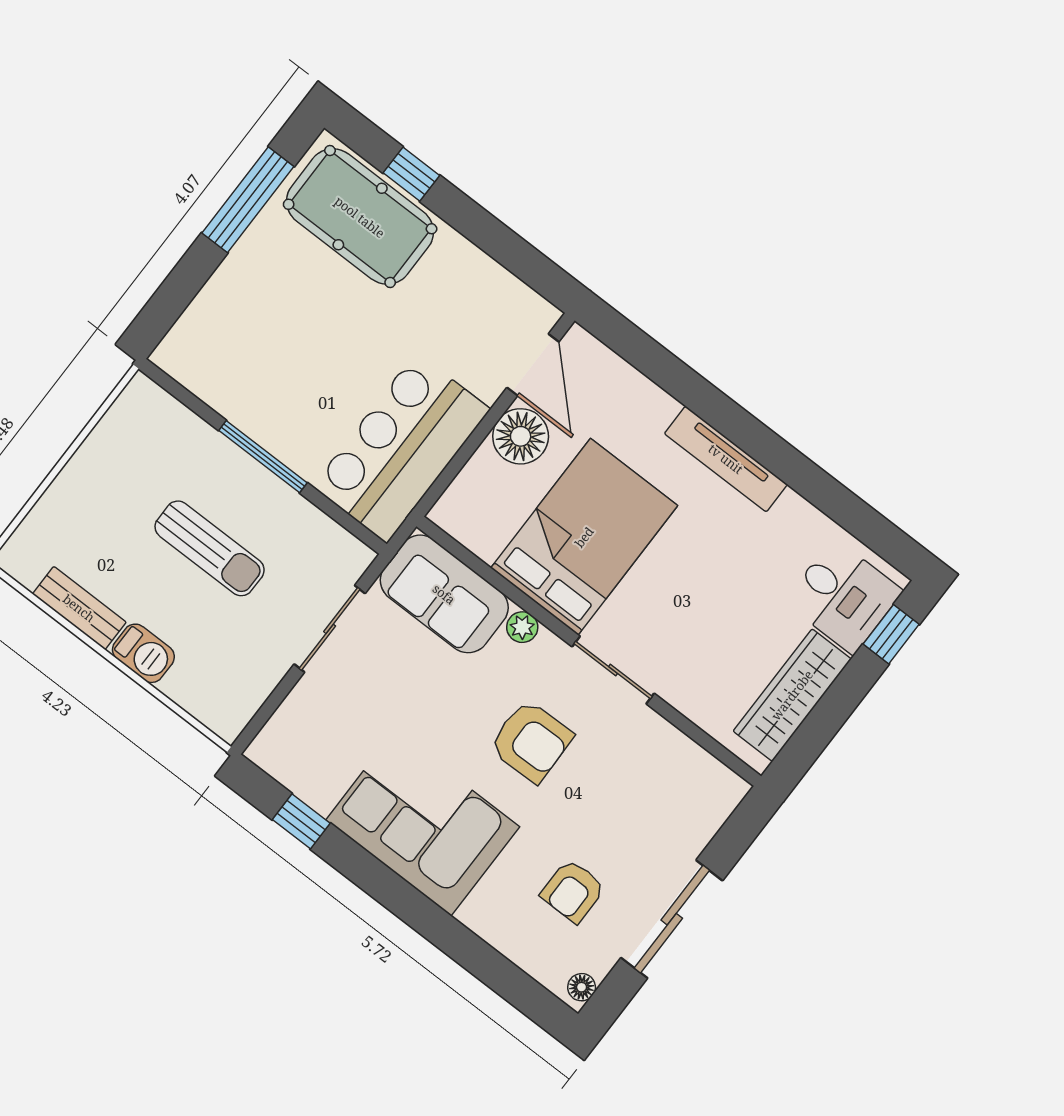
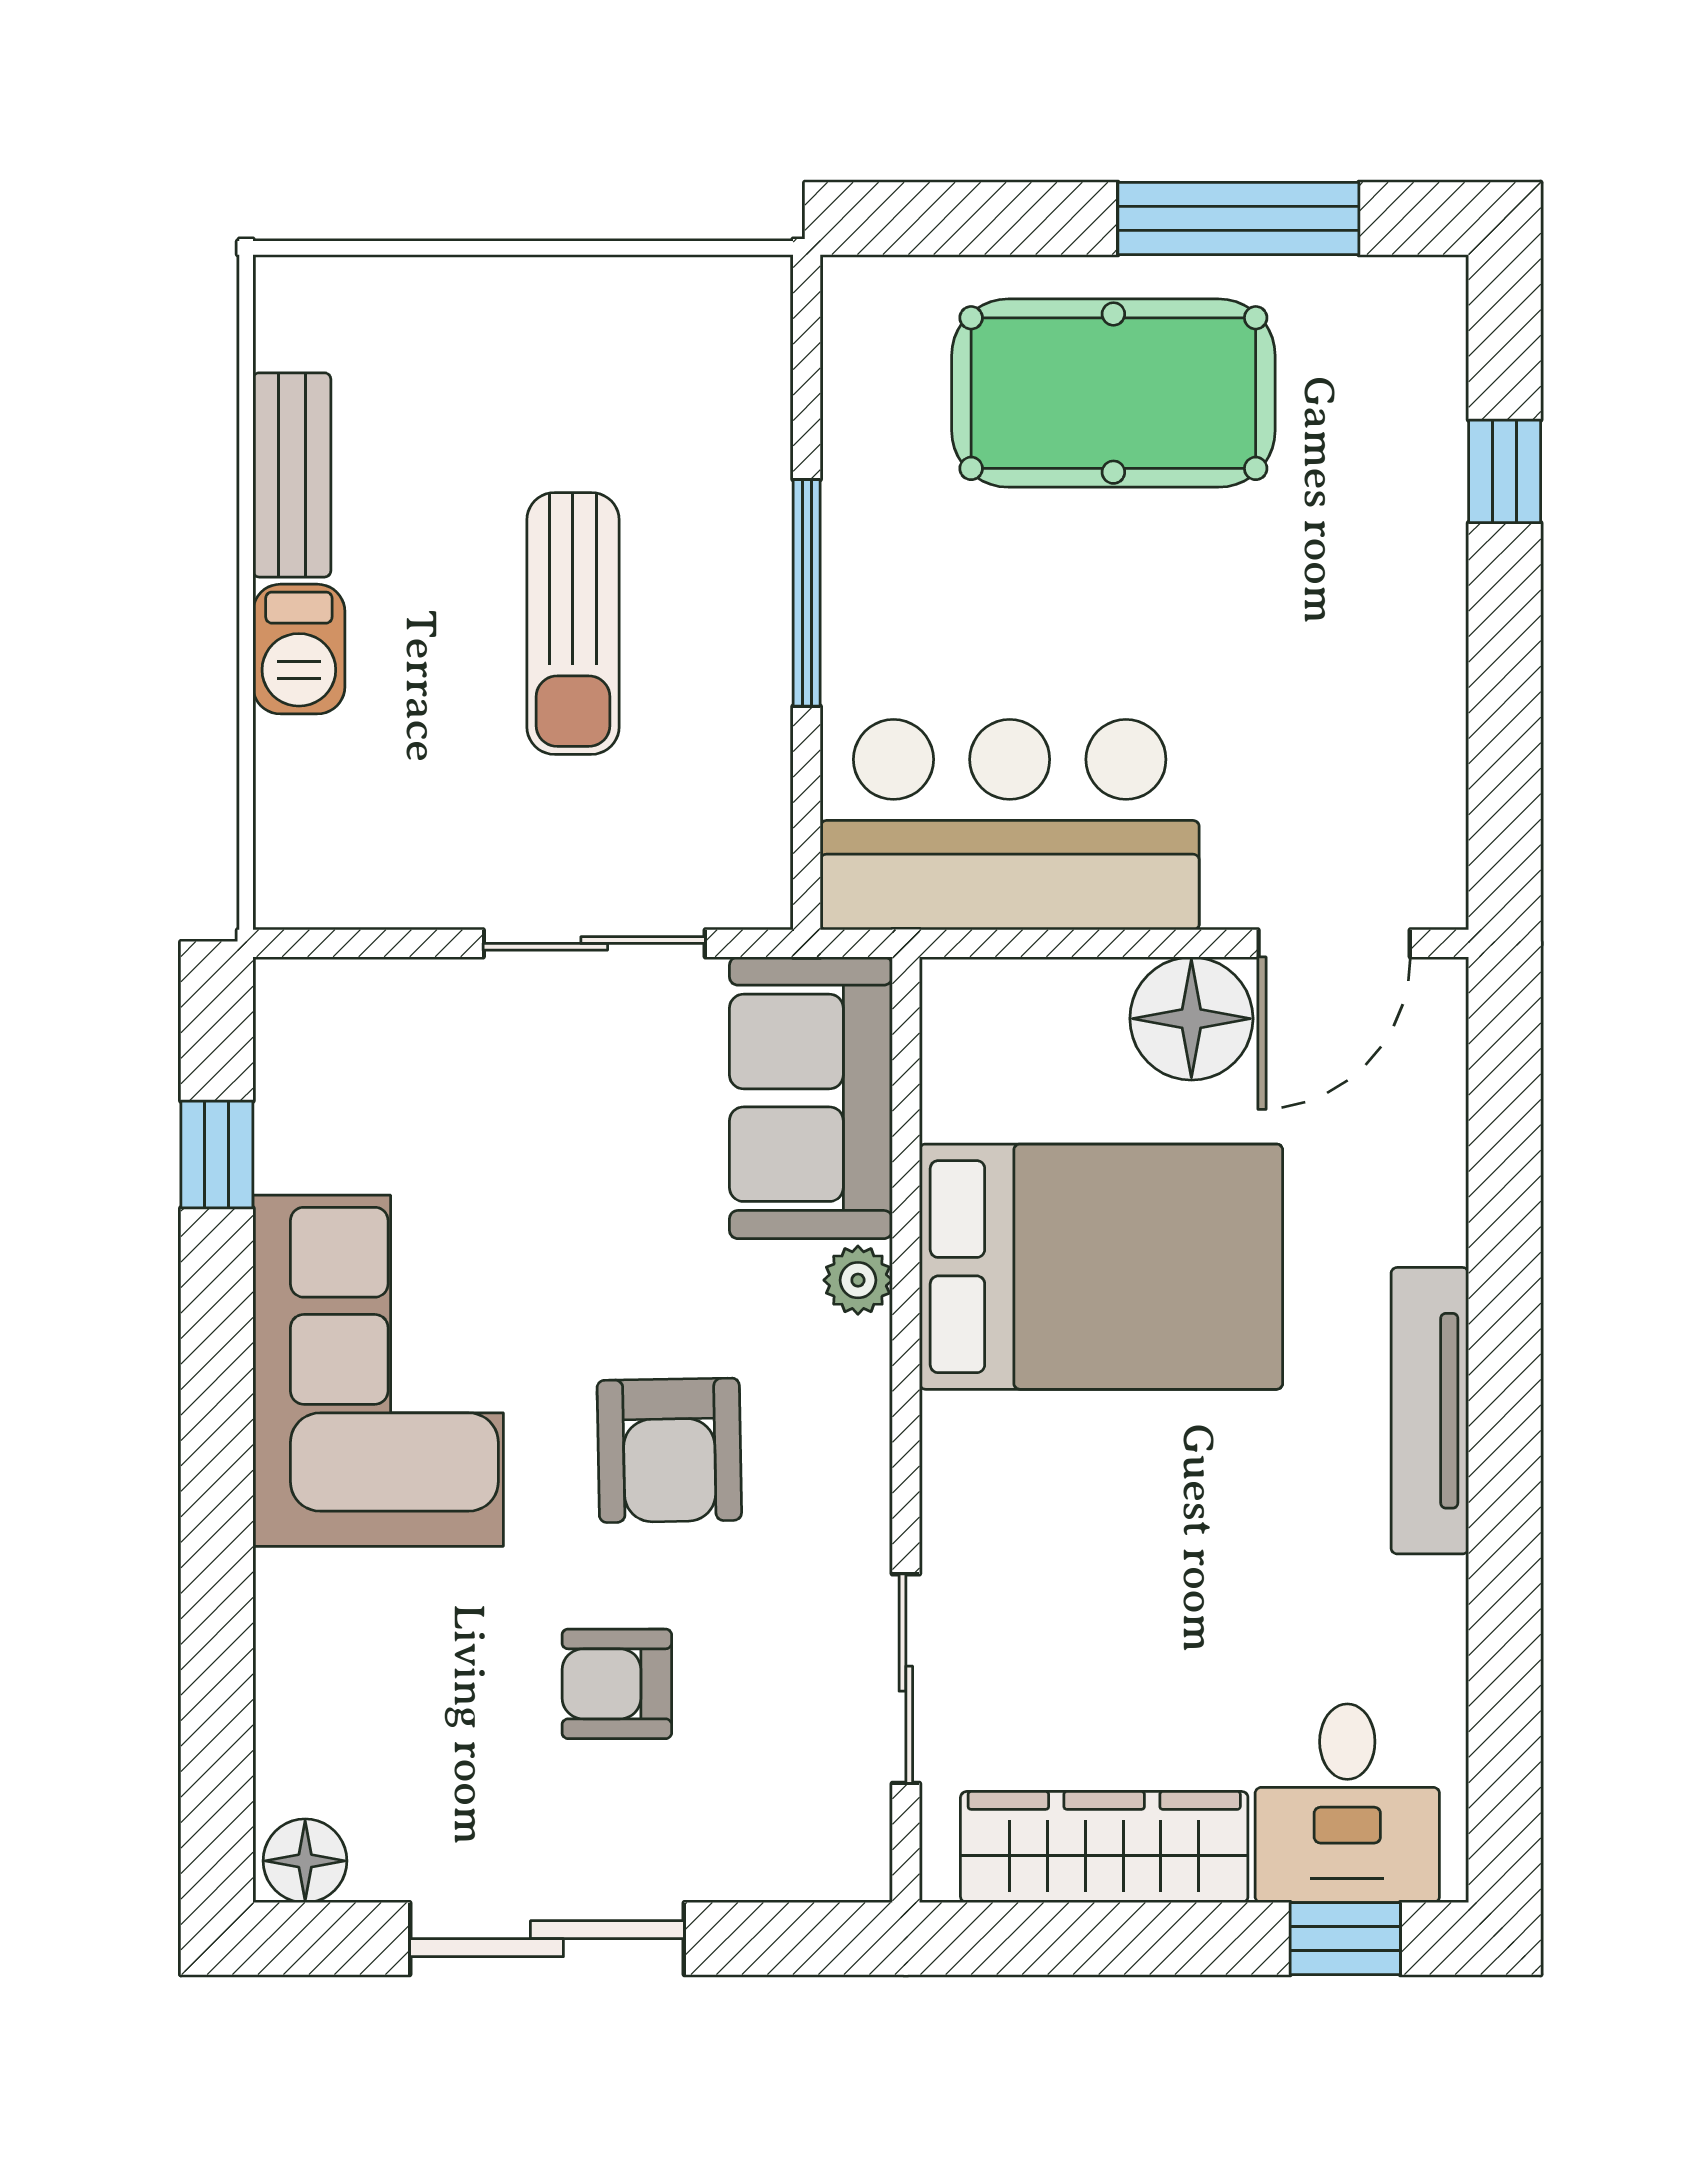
pool table: (360, 217) -> (1113, 393), moved, turned 90
sliding door: (613, 670) -> (906, 1679), moved
armchair: (573, 891) -> (617, 1684), moved
floor lamp: (582, 987) -> (305, 1861), width x1.37, depth x1.37

